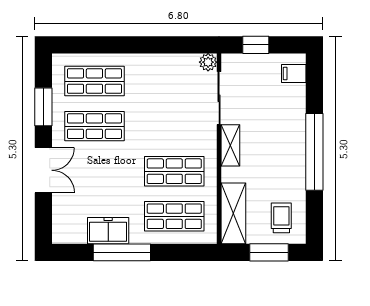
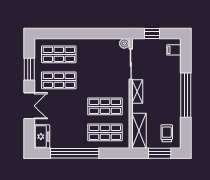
freezer: (108, 231) -> (42, 137), moved, turned 90
window: (122, 252) -> (75, 153), width x1.46

